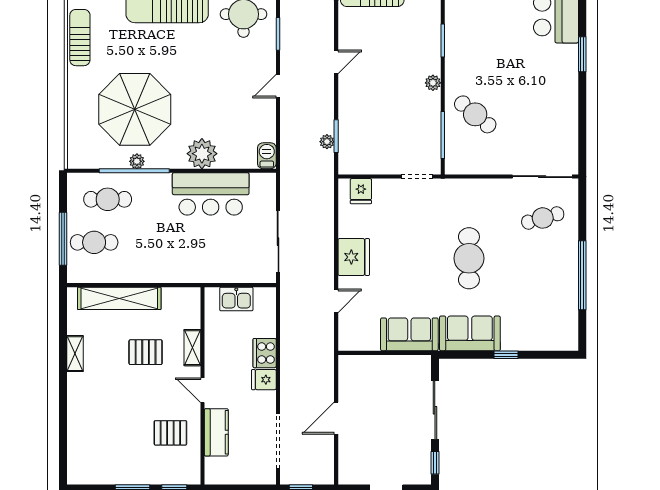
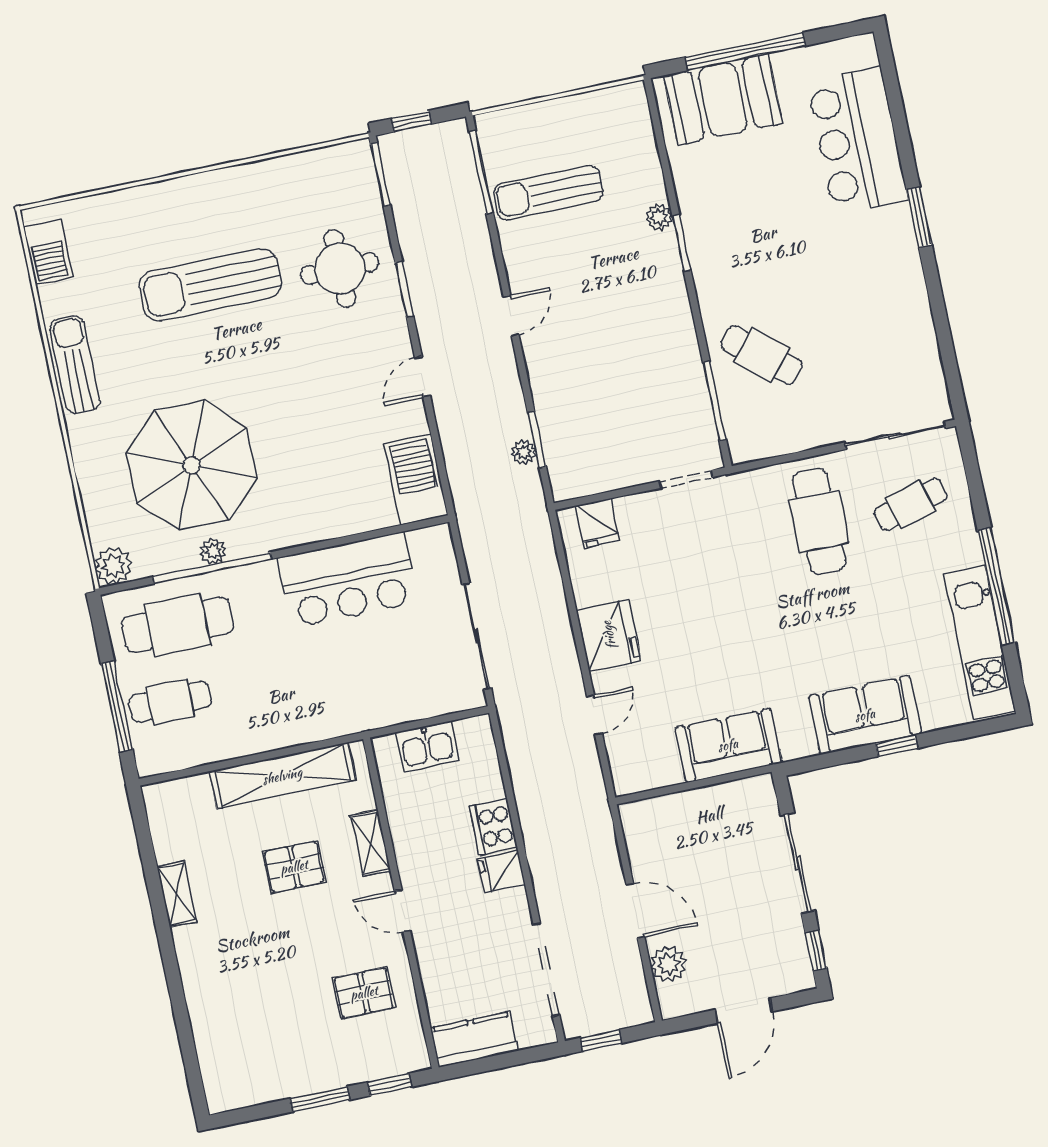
plant: (433, 83) -> (659, 217), moved
plant: (202, 154) -> (113, 566), moved, width x0.73, depth x0.73
barbecue: (267, 156) -> (416, 479), width x1.88, depth x1.53
cafe table: (108, 199) -> (178, 625), width x1.37, depth x1.35
cafe table: (469, 258) -> (819, 521), moved
shelving: (119, 298) -> (282, 776), moved
kitchen unit: (566, 305) -> (980, 642), added
sofa: (470, 333) -> (865, 715), moved
door: (336, 418) -> (635, 911), swing flipped
kitchen counter: (216, 432) -> (474, 1039), moved, turned -90
plant: (349, 453) -> (668, 964), added

